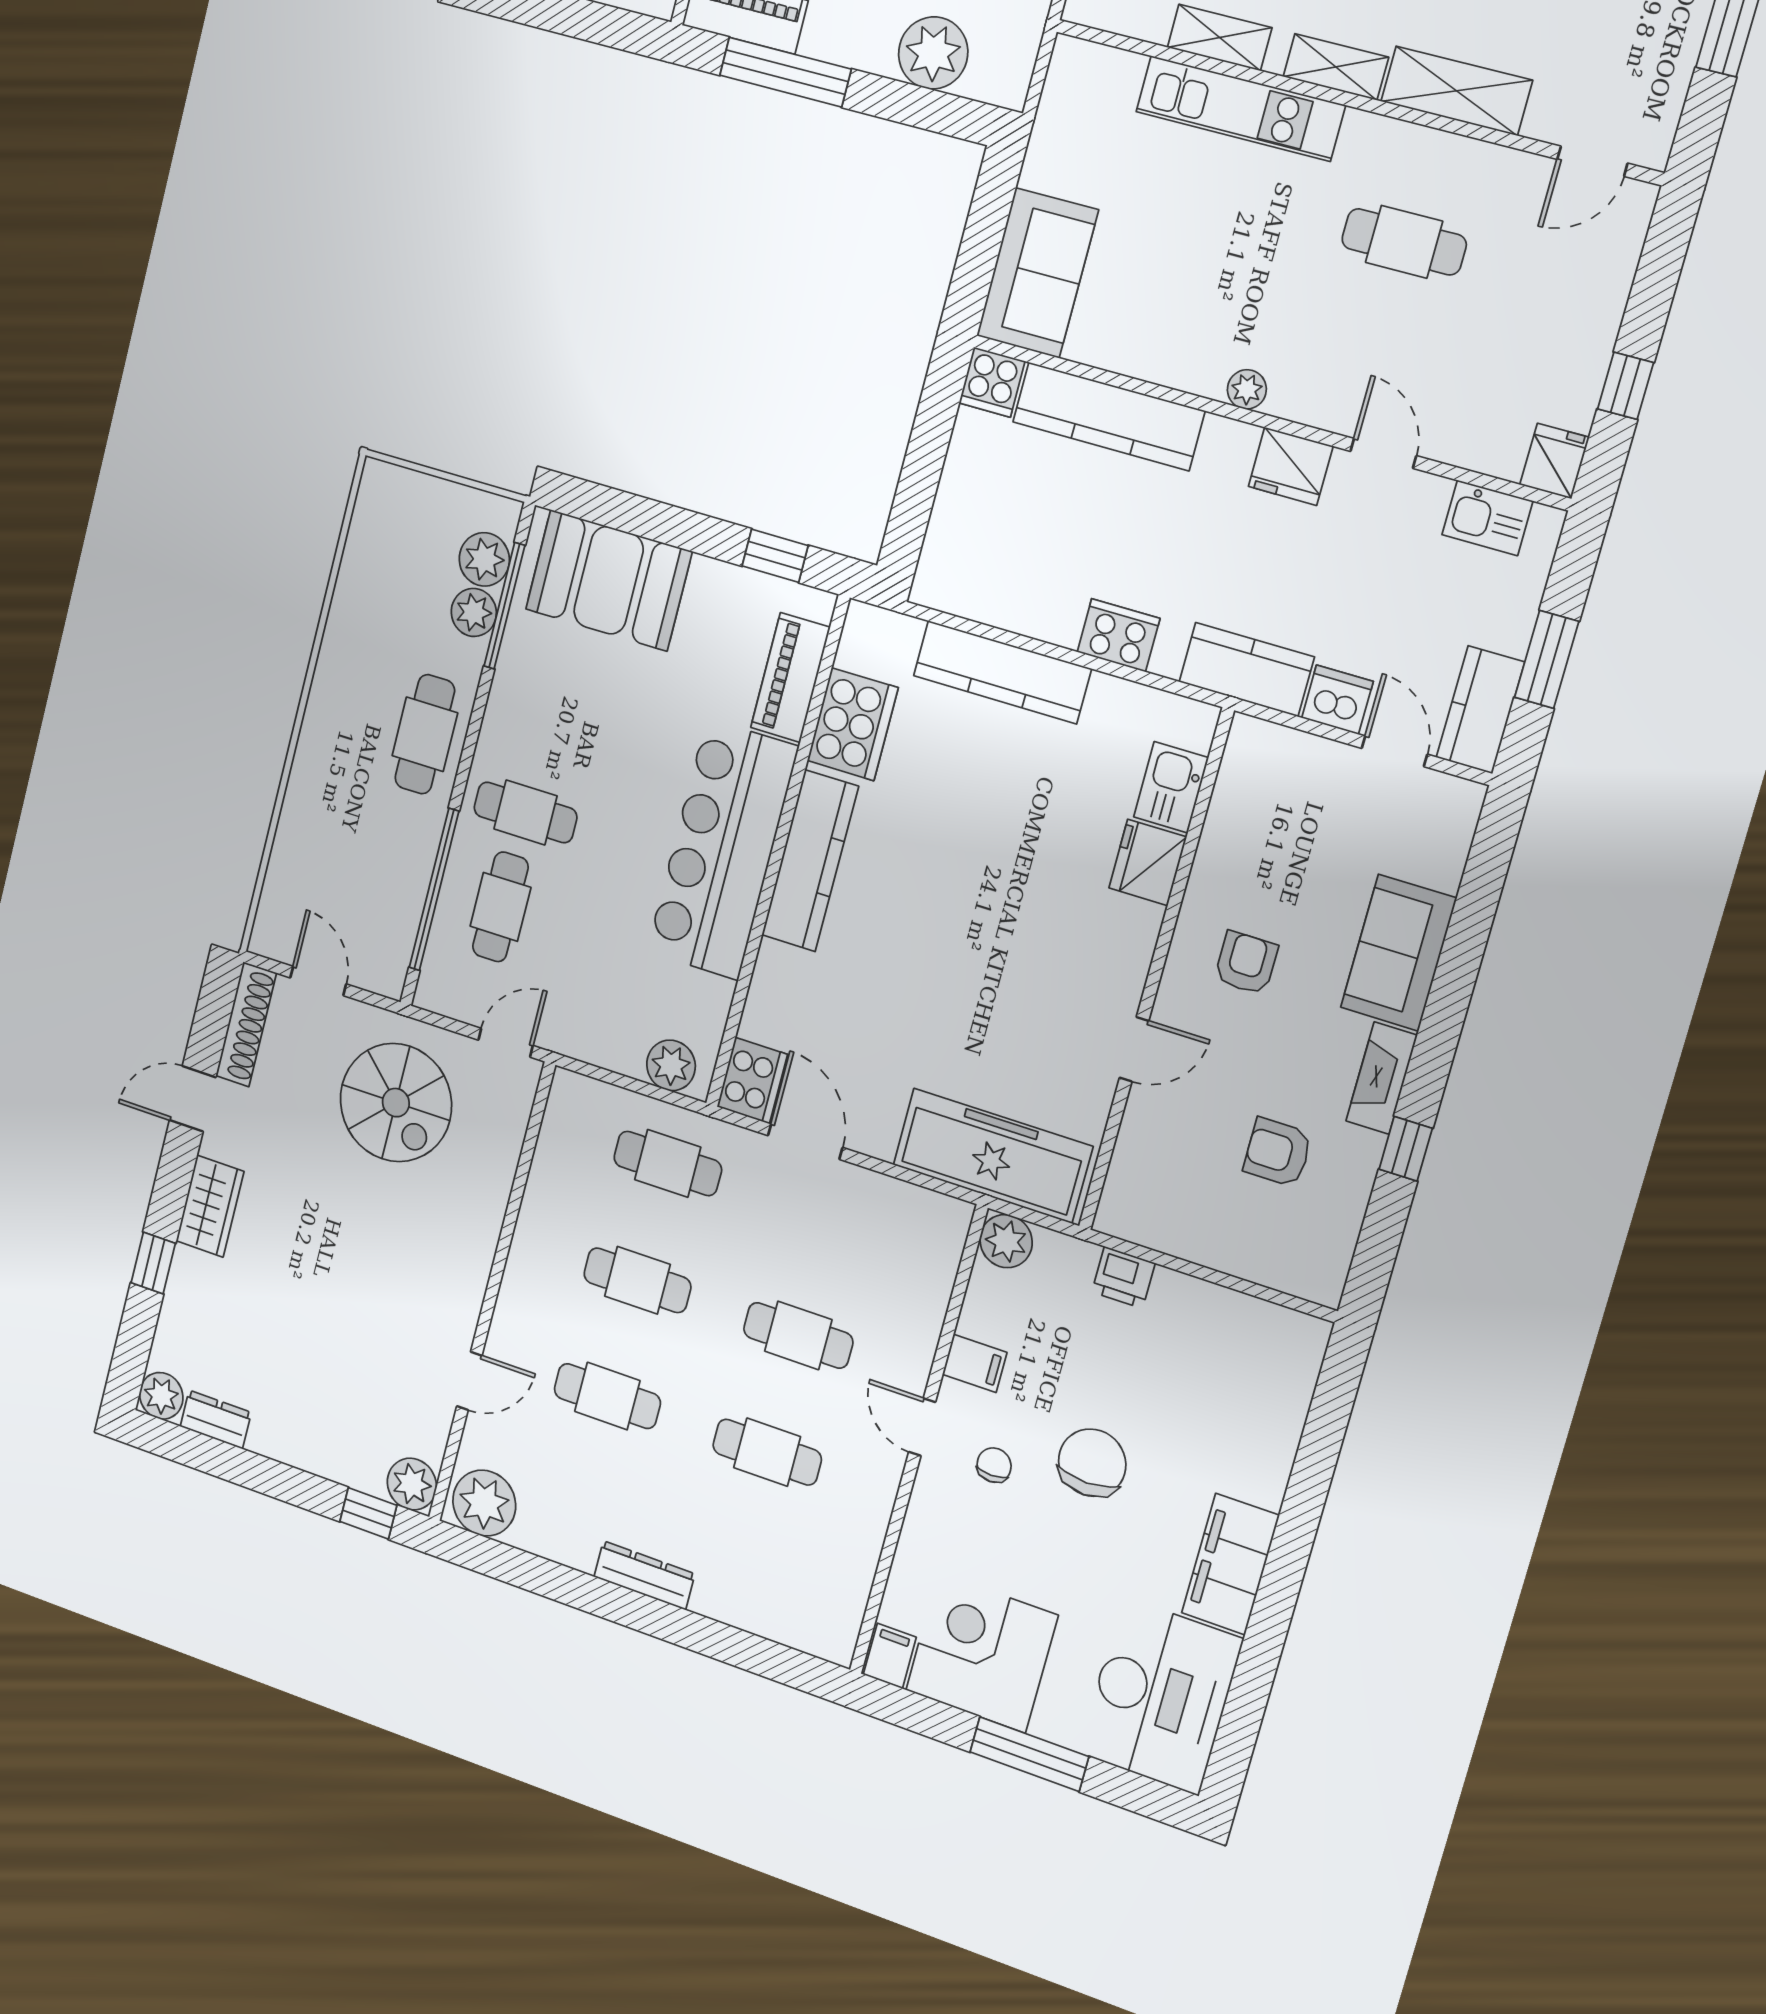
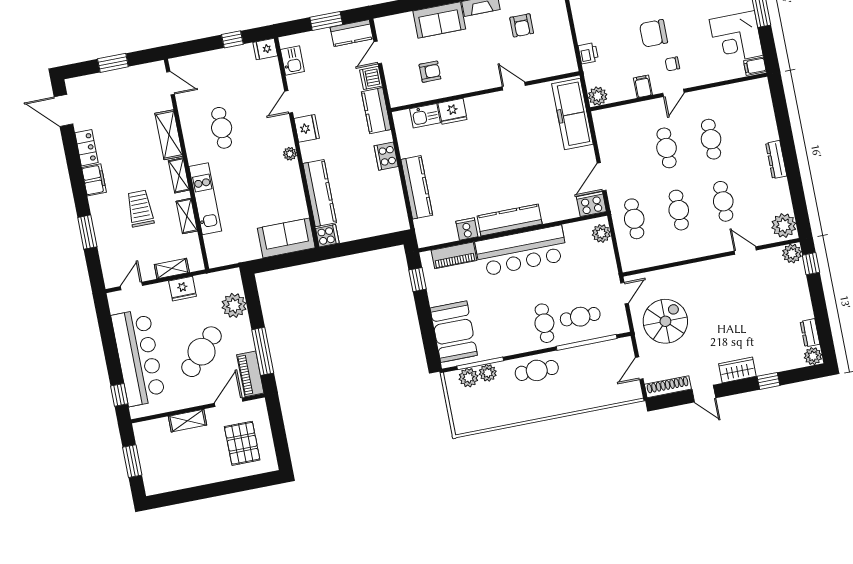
cooker: (853, 724) -> (467, 229), width x0.53, depth x0.76
armchair: (1246, 963) -> (430, 72), moved, turned 180
door: (506, 1043) -> (624, 293), swing flipped

